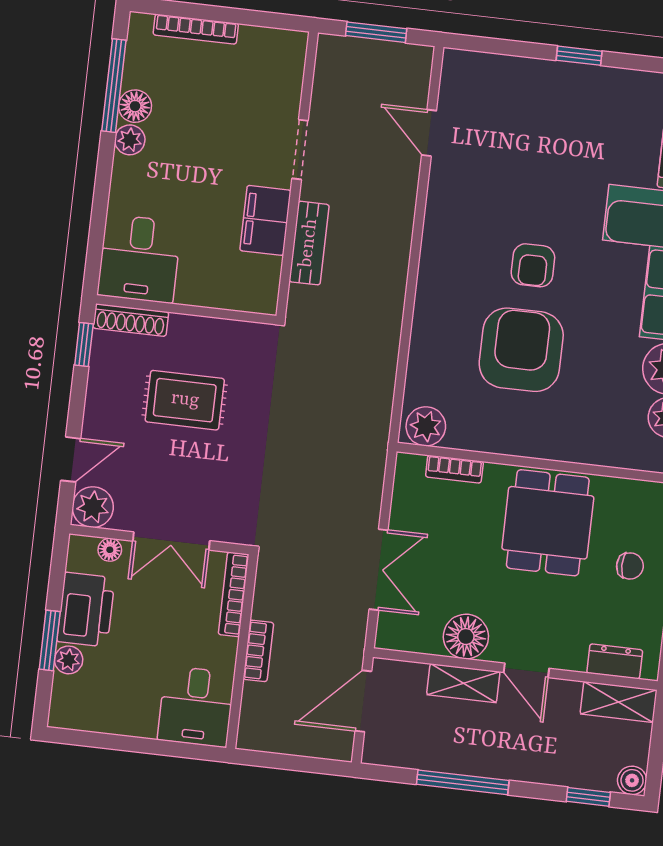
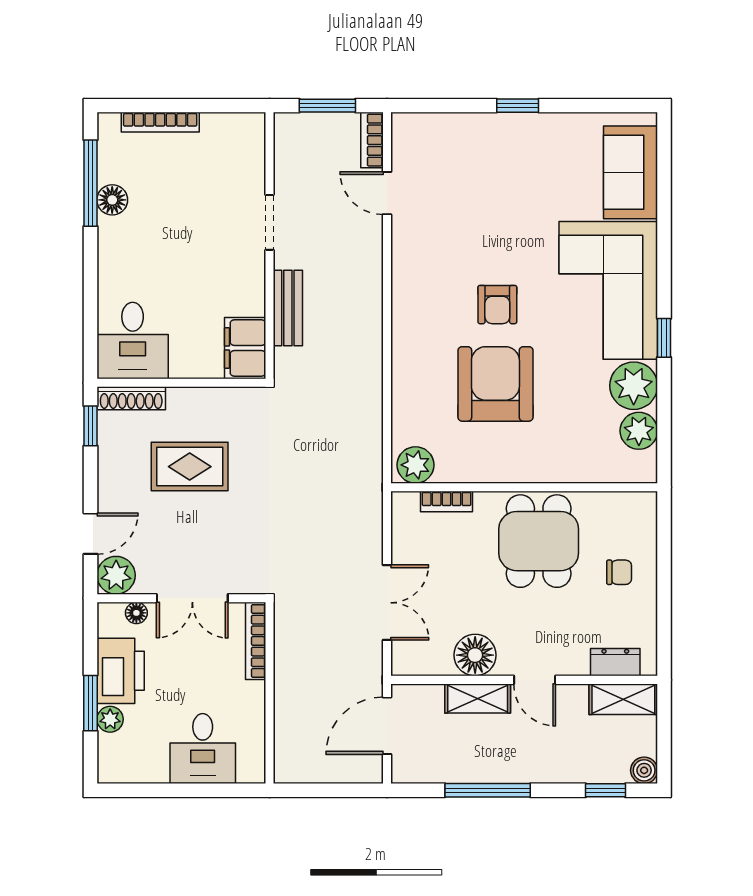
plant: (130, 140) -> (111, 232), removed
filing cabinet: (265, 220) -> (245, 348), moved
bookcase: (258, 651) -> (372, 140), moved, turned 180
desk: (196, 706) -> (203, 749), moved

